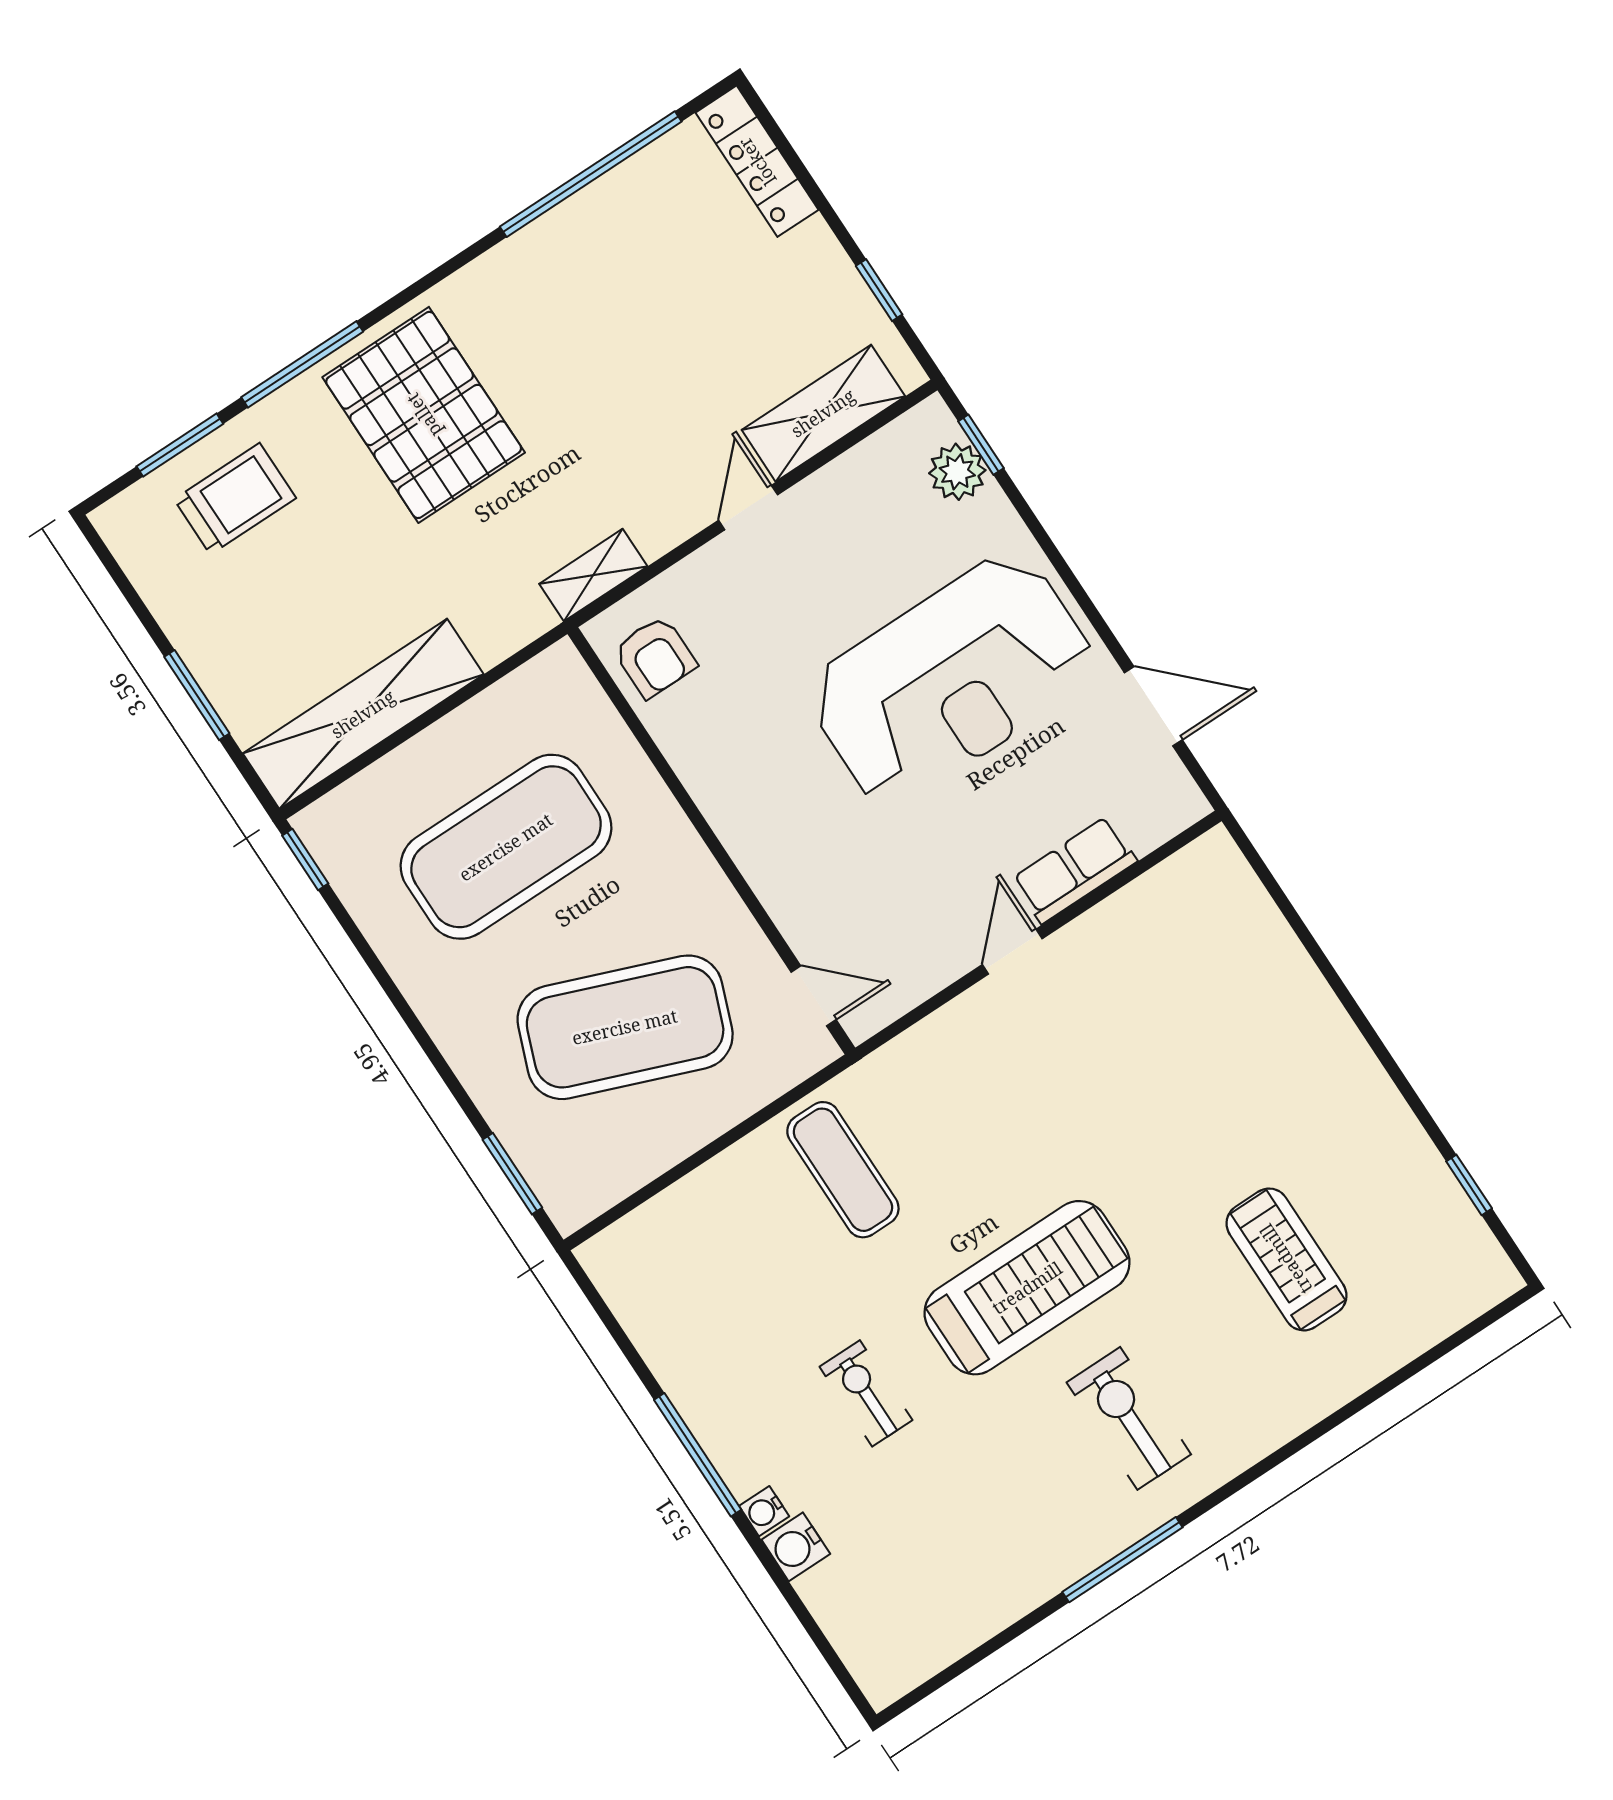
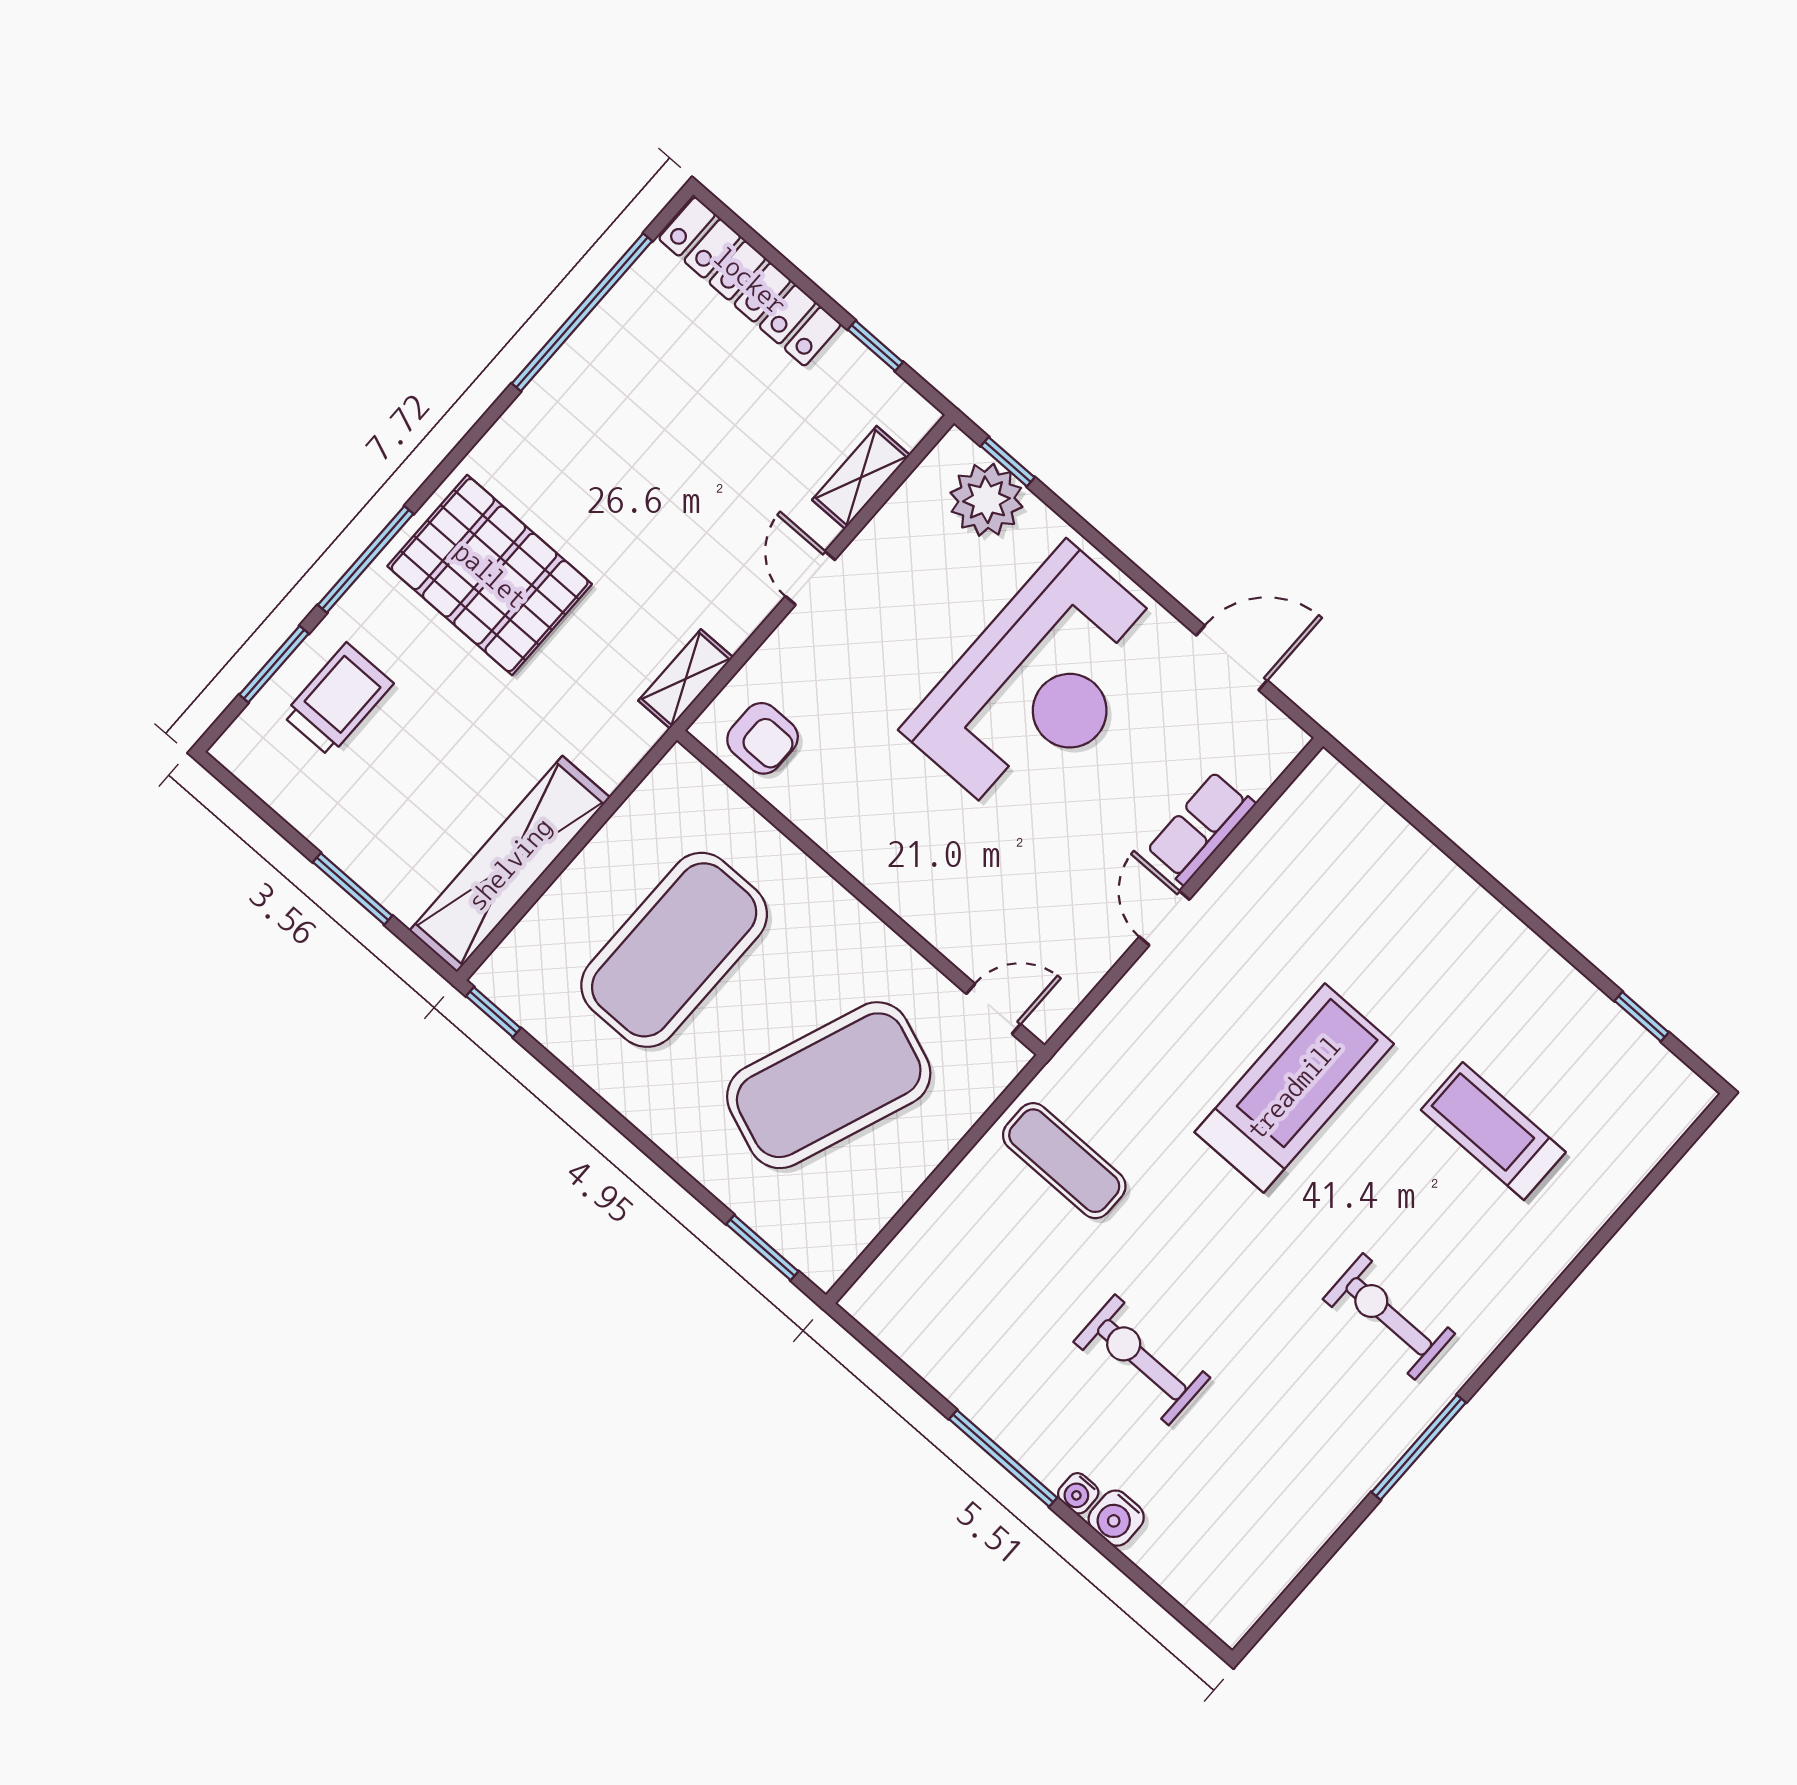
locker: (757, 161) -> (750, 281), width x1.41, depth x1.21
shelving: (823, 413) -> (861, 477), width x0.67, depth x0.75
plant: (957, 472) -> (986, 500), width x1.36, depth x1.36
treadmill: (1027, 1288) -> (1294, 1088), moved
exercise bike: (866, 1393) -> (1142, 1360), width x1.38, depth x1.39

